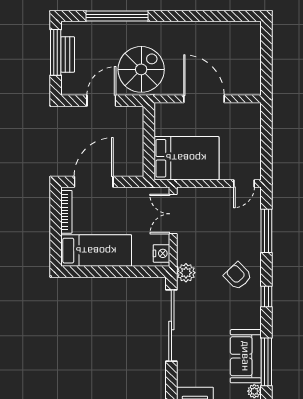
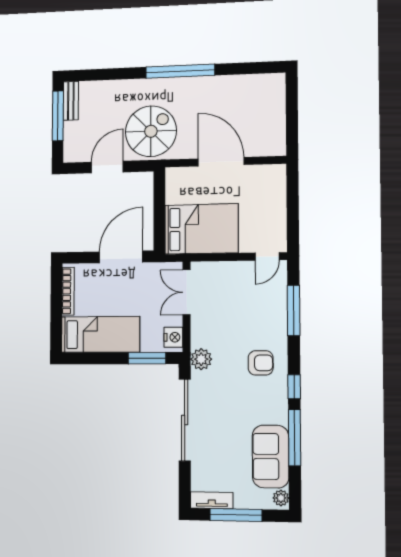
window: (117, 16) -> (180, 71), moved
bench: (68, 54) -> (71, 101), moved
door: (94, 182) -> (121, 257), moved
window: (138, 272) -> (147, 358), added
armchair: (238, 276) -> (261, 363), turned 134
window: (266, 362) -> (295, 438), moved

